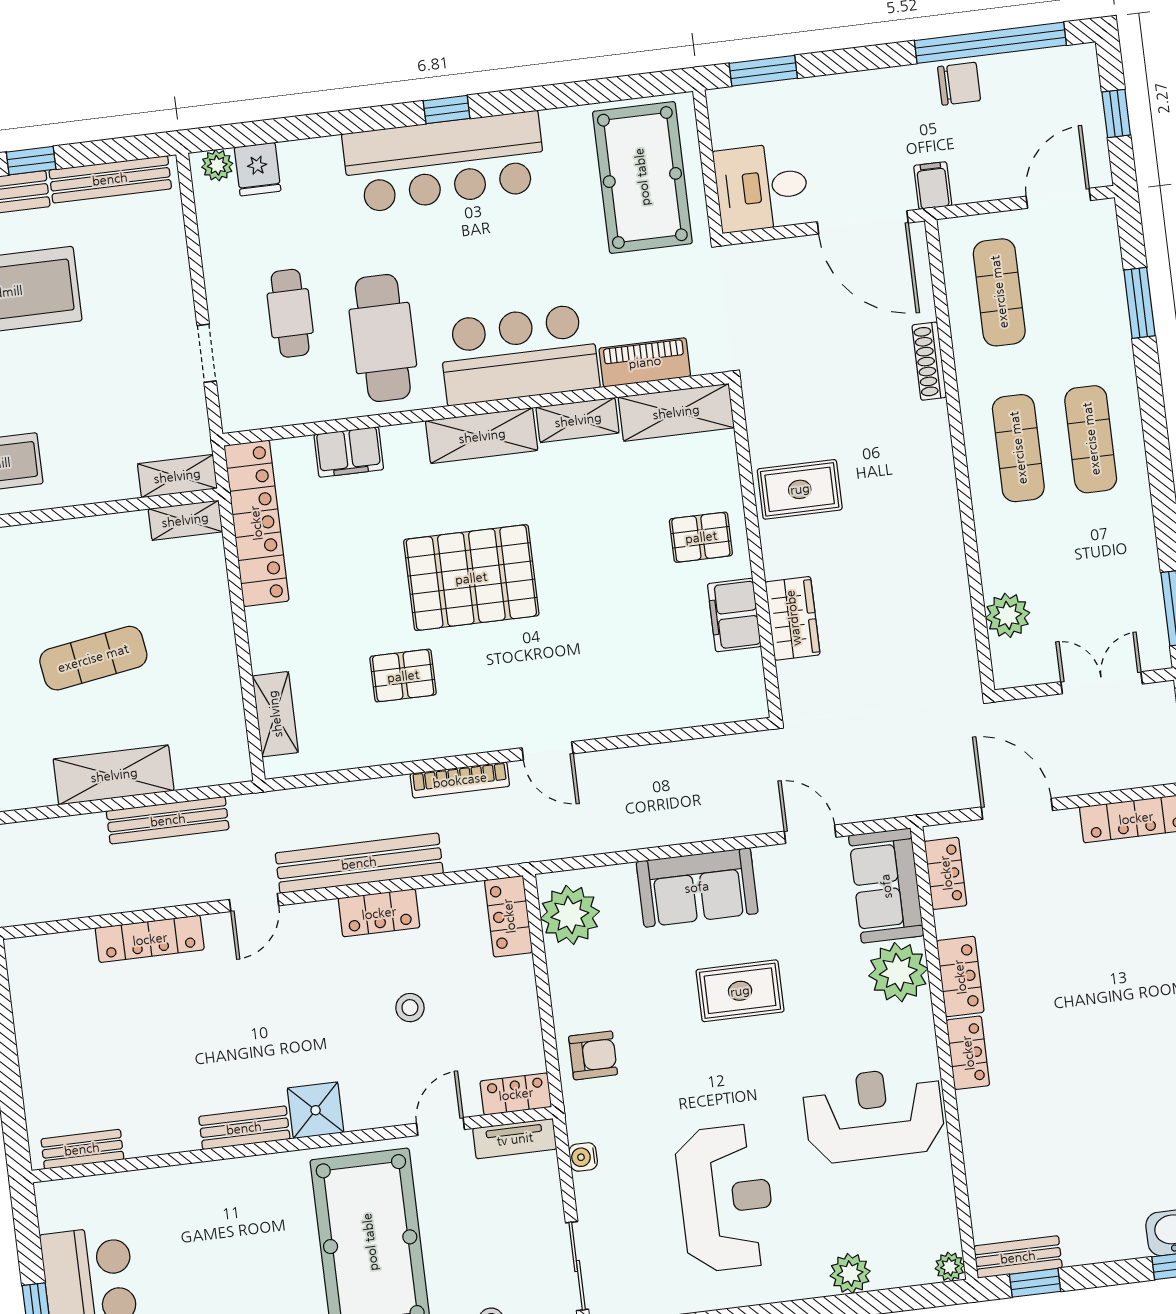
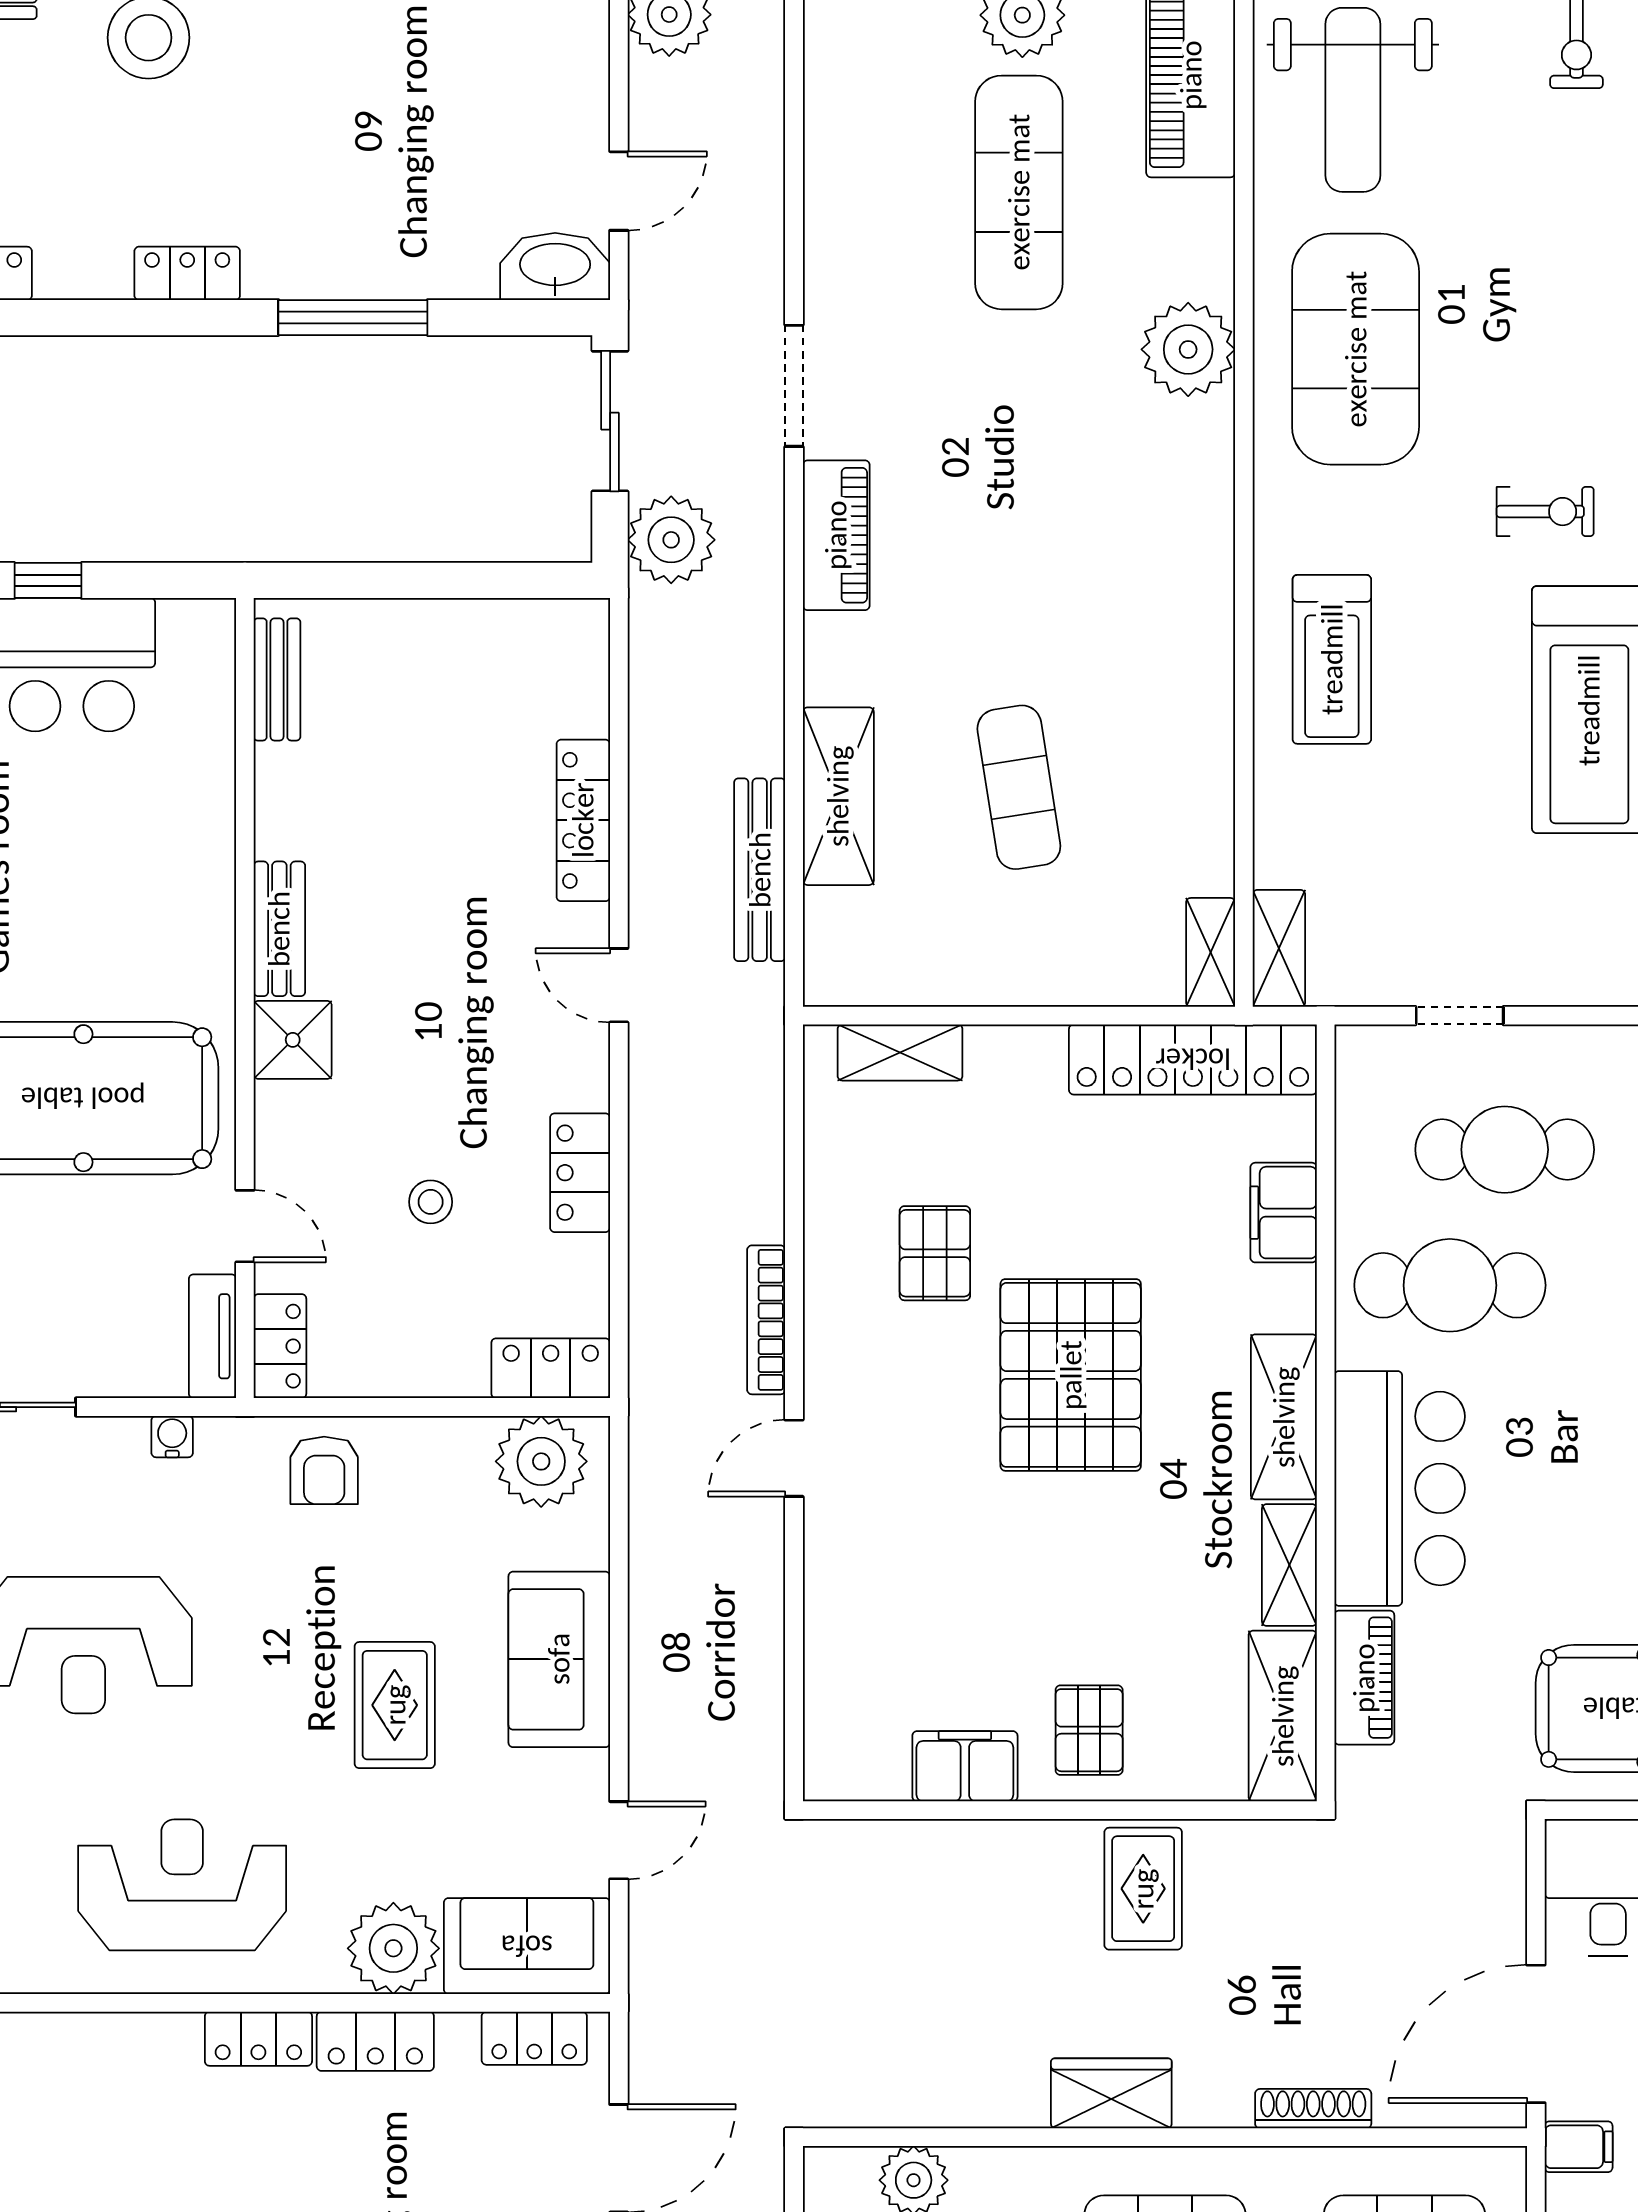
cafe table: (290, 313) -> (1505, 1150), width x1.37, depth x1.35
wardrobe: (793, 618) -> (1111, 2093), moved, turned 180
bench: (359, 863) -> (659, 1152), removed
reception desk: (874, 1115) -> (182, 1885), turned -90

